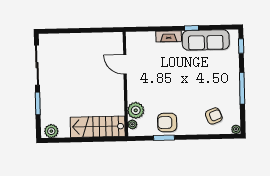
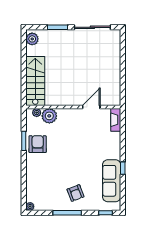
fireplace: (169, 36) -> (116, 120), moved
armchair: (214, 116) -> (76, 193), moved

